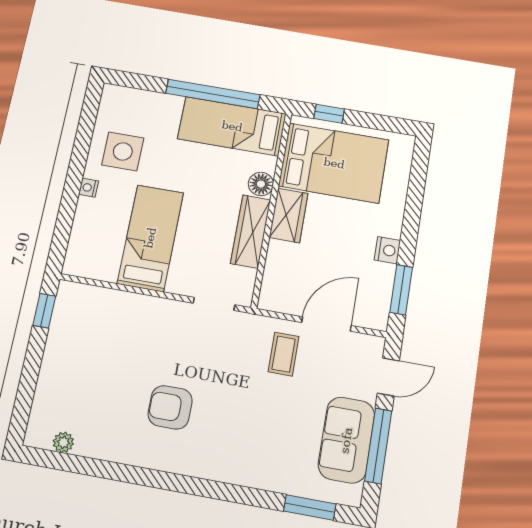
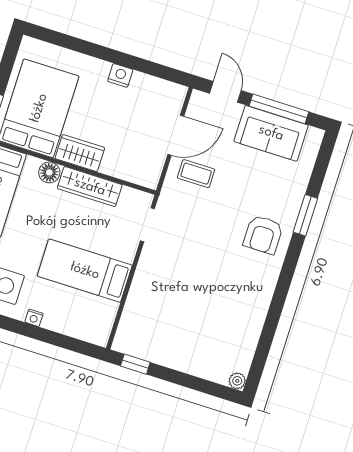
window: (401, 290) -> (155, 70), removed
door: (326, 324) -> (176, 135), swing flipped
armchair: (170, 407) -> (263, 235), moved
plant: (63, 442) -> (237, 381), moved
window: (310, 507) -> (305, 215), moved

